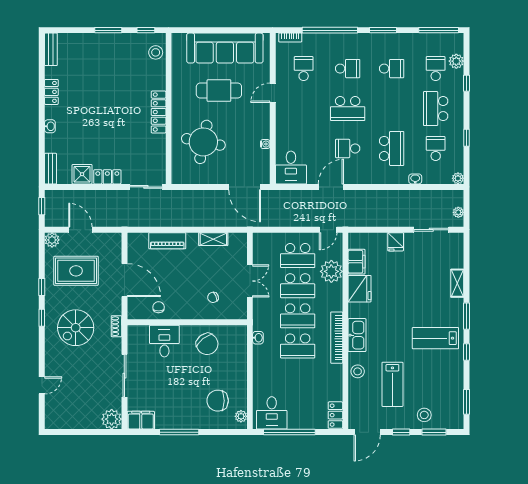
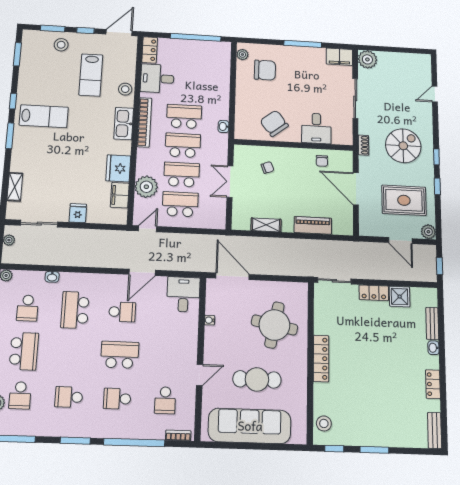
bench: (51, 169) -> (432, 323), moved
shelving: (457, 283) -> (15, 187), moved
lab bench: (392, 384) -> (91, 75), turned 180
desk: (272, 413) -> (157, 79), moved, turned -90

